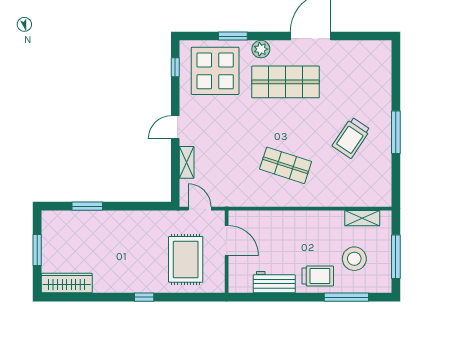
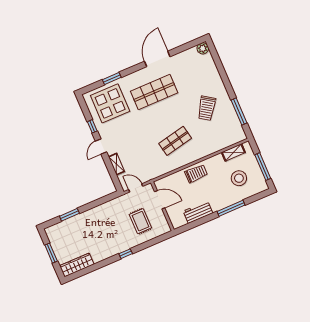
plant: (261, 49) -> (203, 48), moved
window: (175, 67) -> (92, 126), moved
window: (396, 132) -> (239, 112), moved
shop shelf: (286, 165) -> (175, 141), turned -30
rug: (186, 259) -> (140, 221), width x0.73, depth x0.70
trolley: (318, 276) -> (196, 174), moved
window: (346, 297) -> (231, 208), moved

